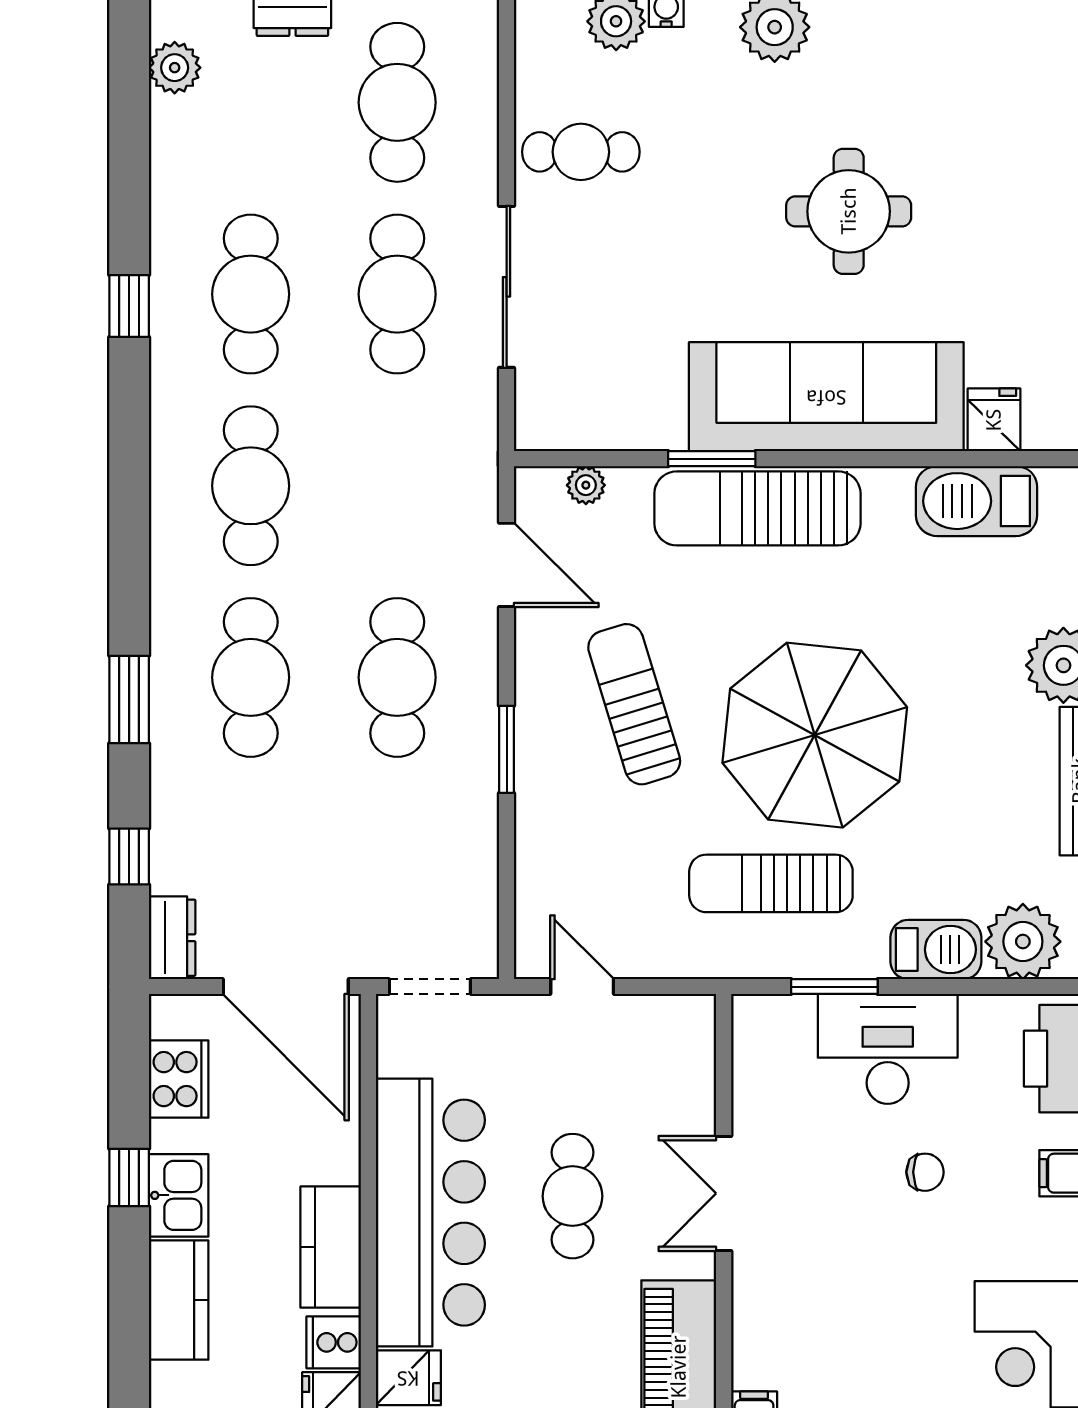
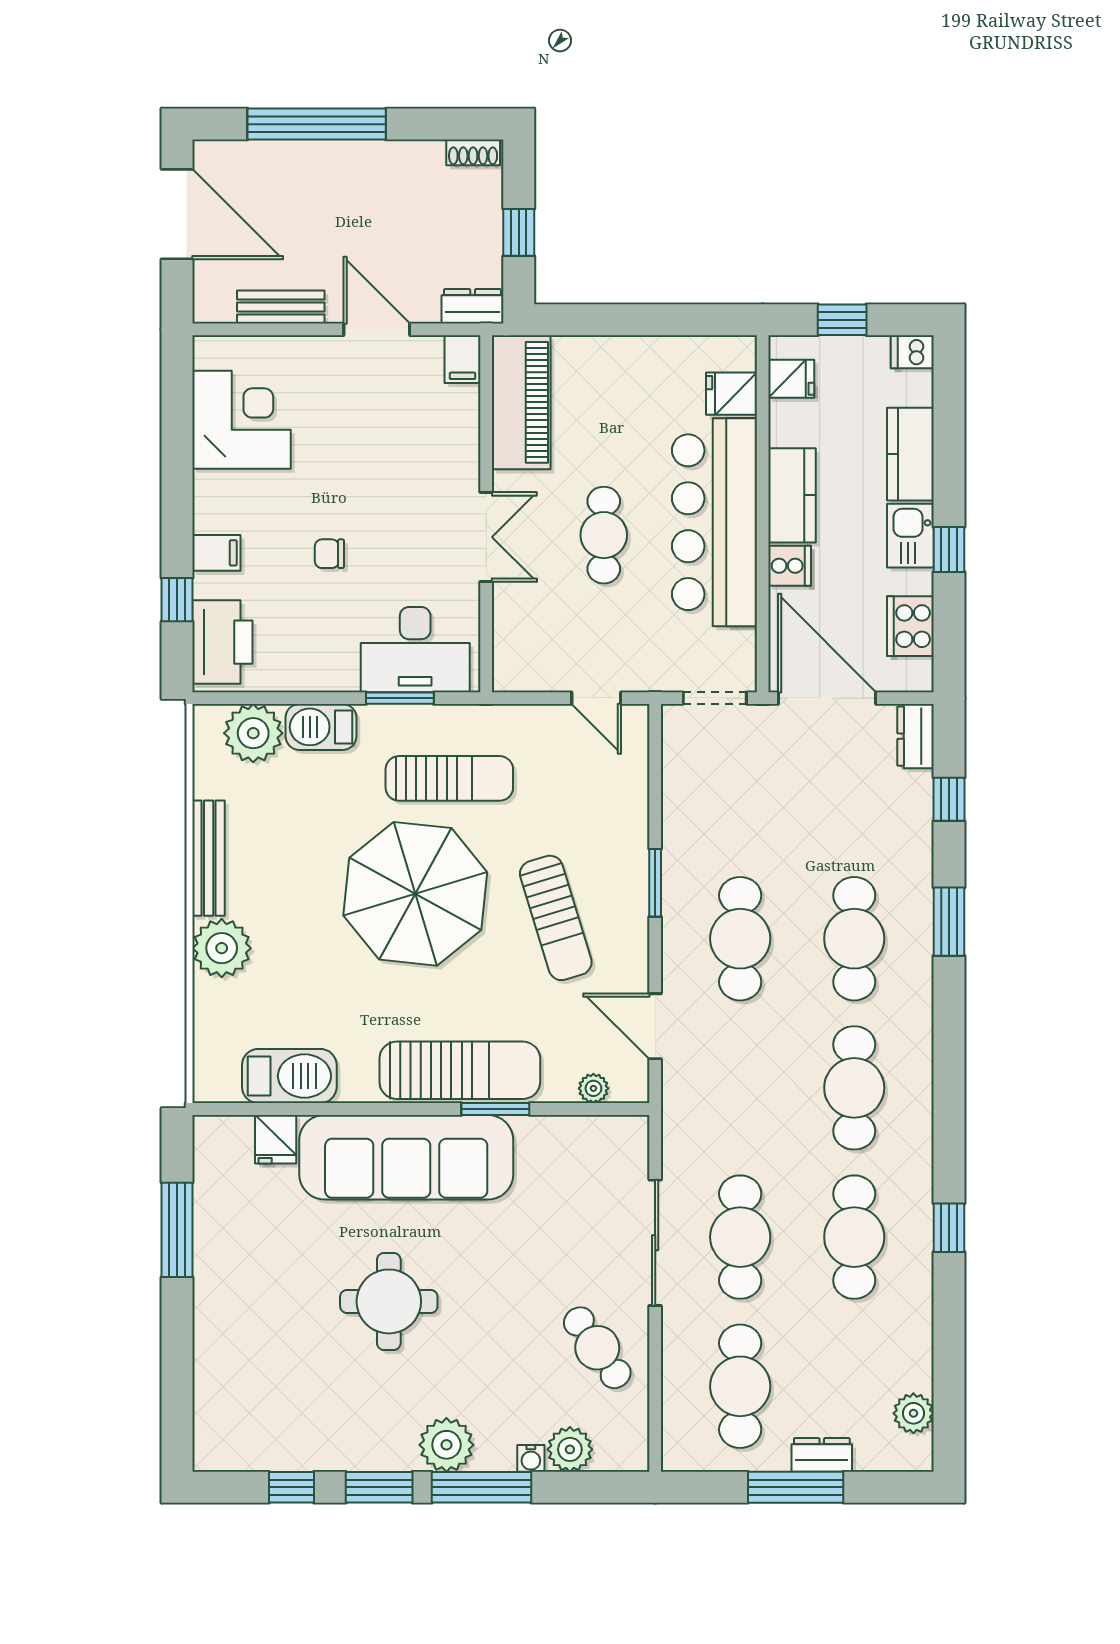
cafe table: (581, 152) -> (597, 1348), turned 55
desk: (888, 1049) -> (415, 650), moved
cooker: (334, 1342) -> (790, 566), moved

